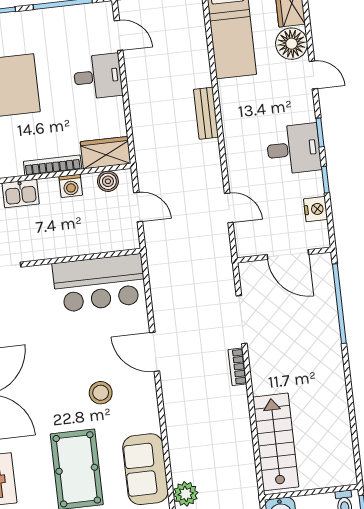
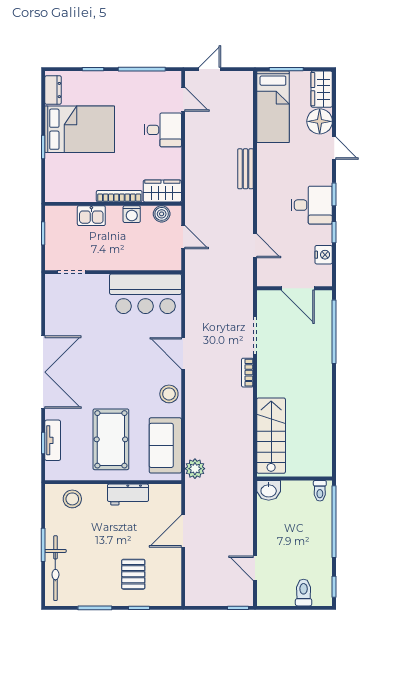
stool: (101, 393) -> (169, 394), moved

